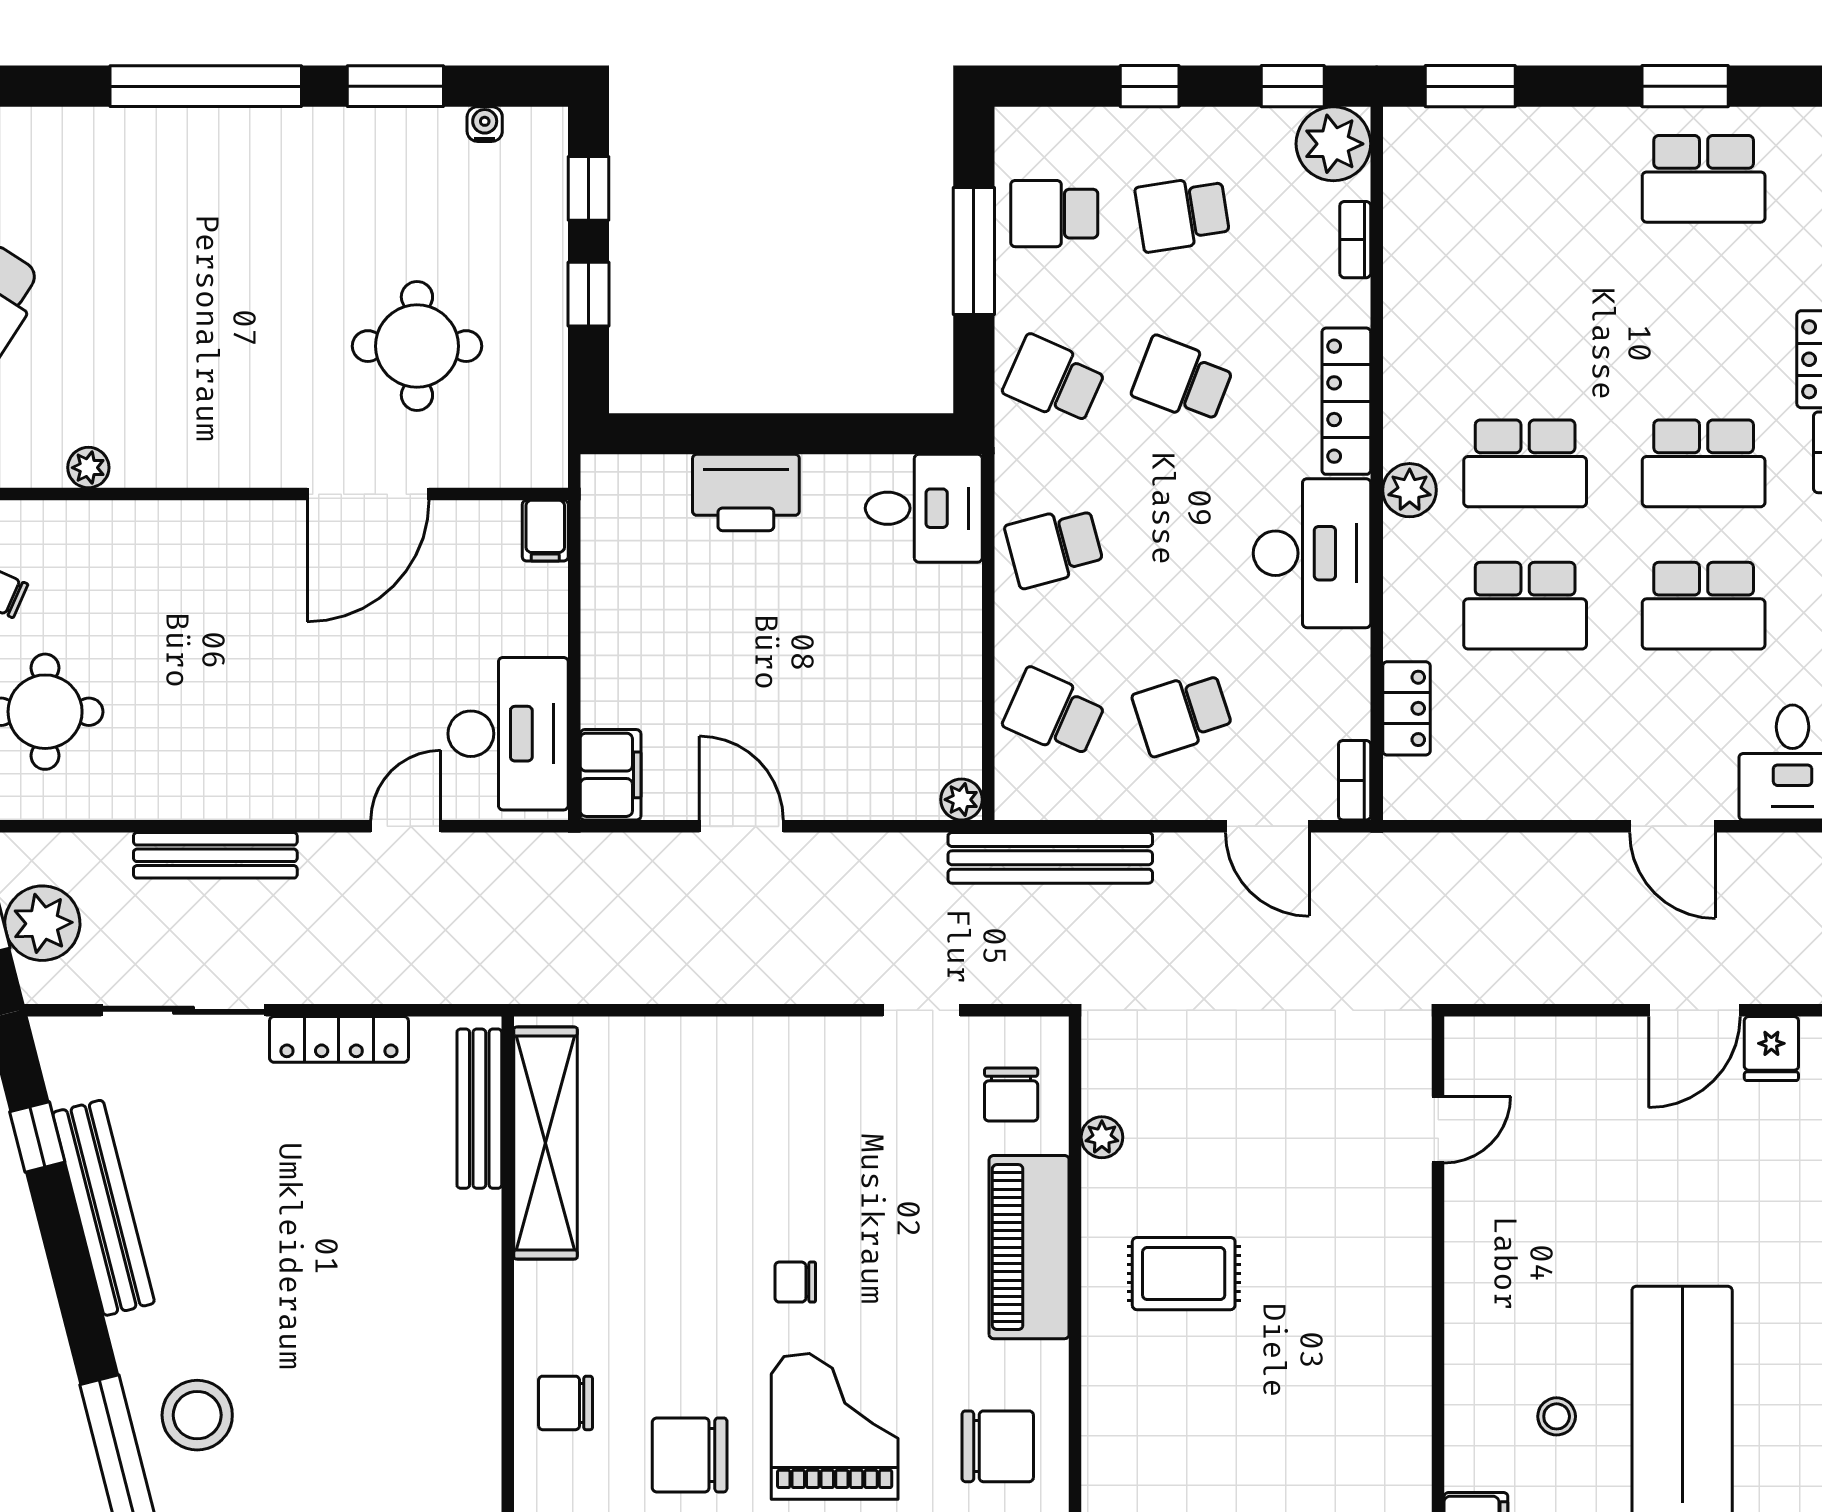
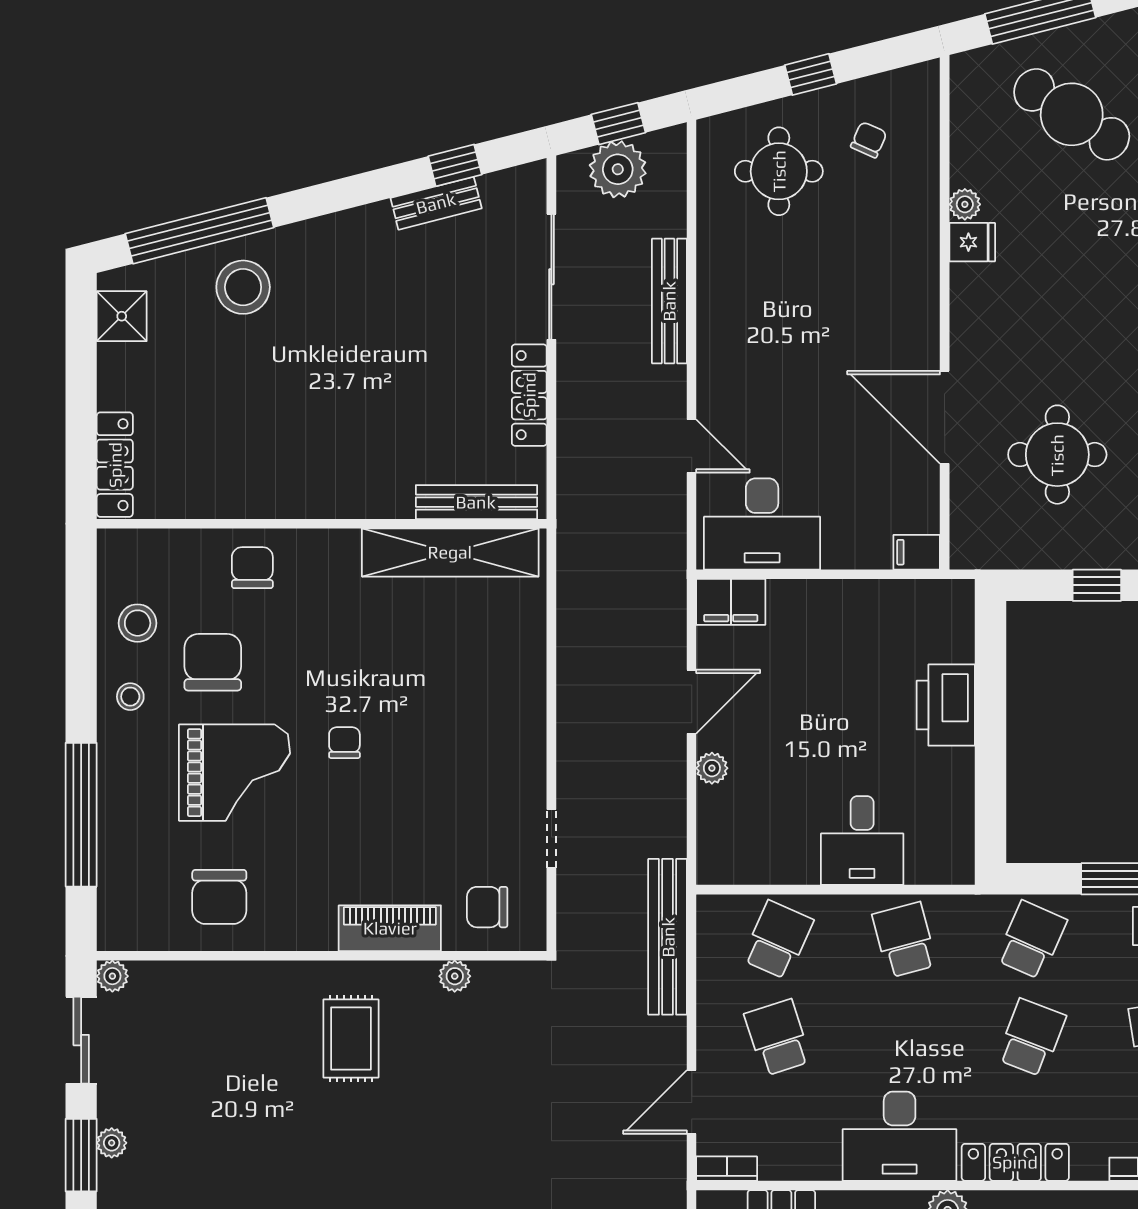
fridge: (138, 458) -> (972, 242), added
desk: (924, 508) -> (862, 841), moved
plant: (961, 800) -> (712, 768), moved
bench: (104, 1208) -> (436, 203), width x0.54, depth x0.82
piano: (1029, 1247) -> (390, 928), width x0.73, depth x0.75

